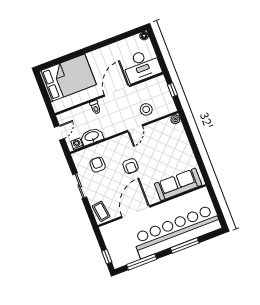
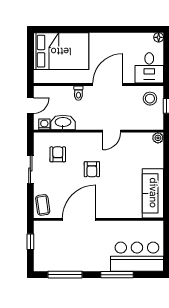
desk: (142, 66) -> (149, 68), width x0.73
stool: (146, 109) -> (150, 99), moved
sofa: (178, 184) -> (153, 193), moved, turned -90
bar counter: (177, 231) -> (137, 257), width x0.54
window: (107, 257) -> (30, 242), moved

